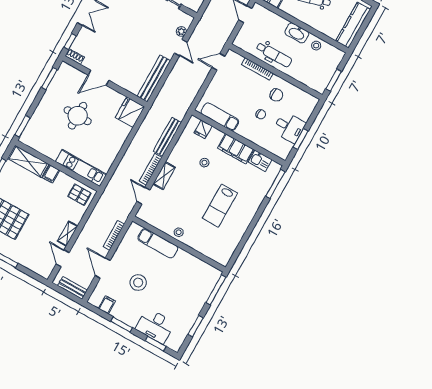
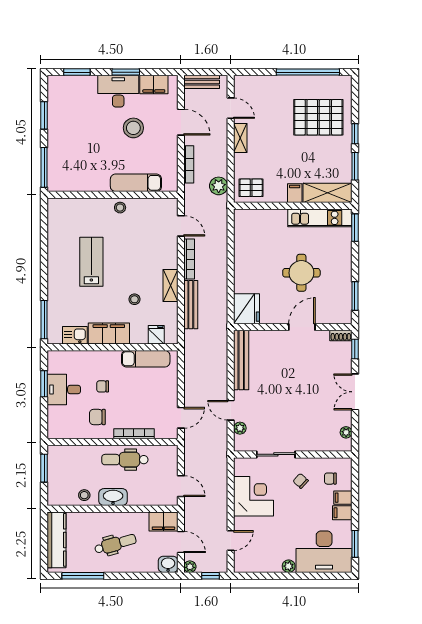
kitchen unit: (81, 168) -> (320, 218), moved
shelving: (164, 176) -> (171, 285), moved
plant: (101, 209) -> (219, 186), added
filing cabinet: (107, 305) -> (154, 85), width x2.00
desk: (155, 326) -> (118, 91), moved

